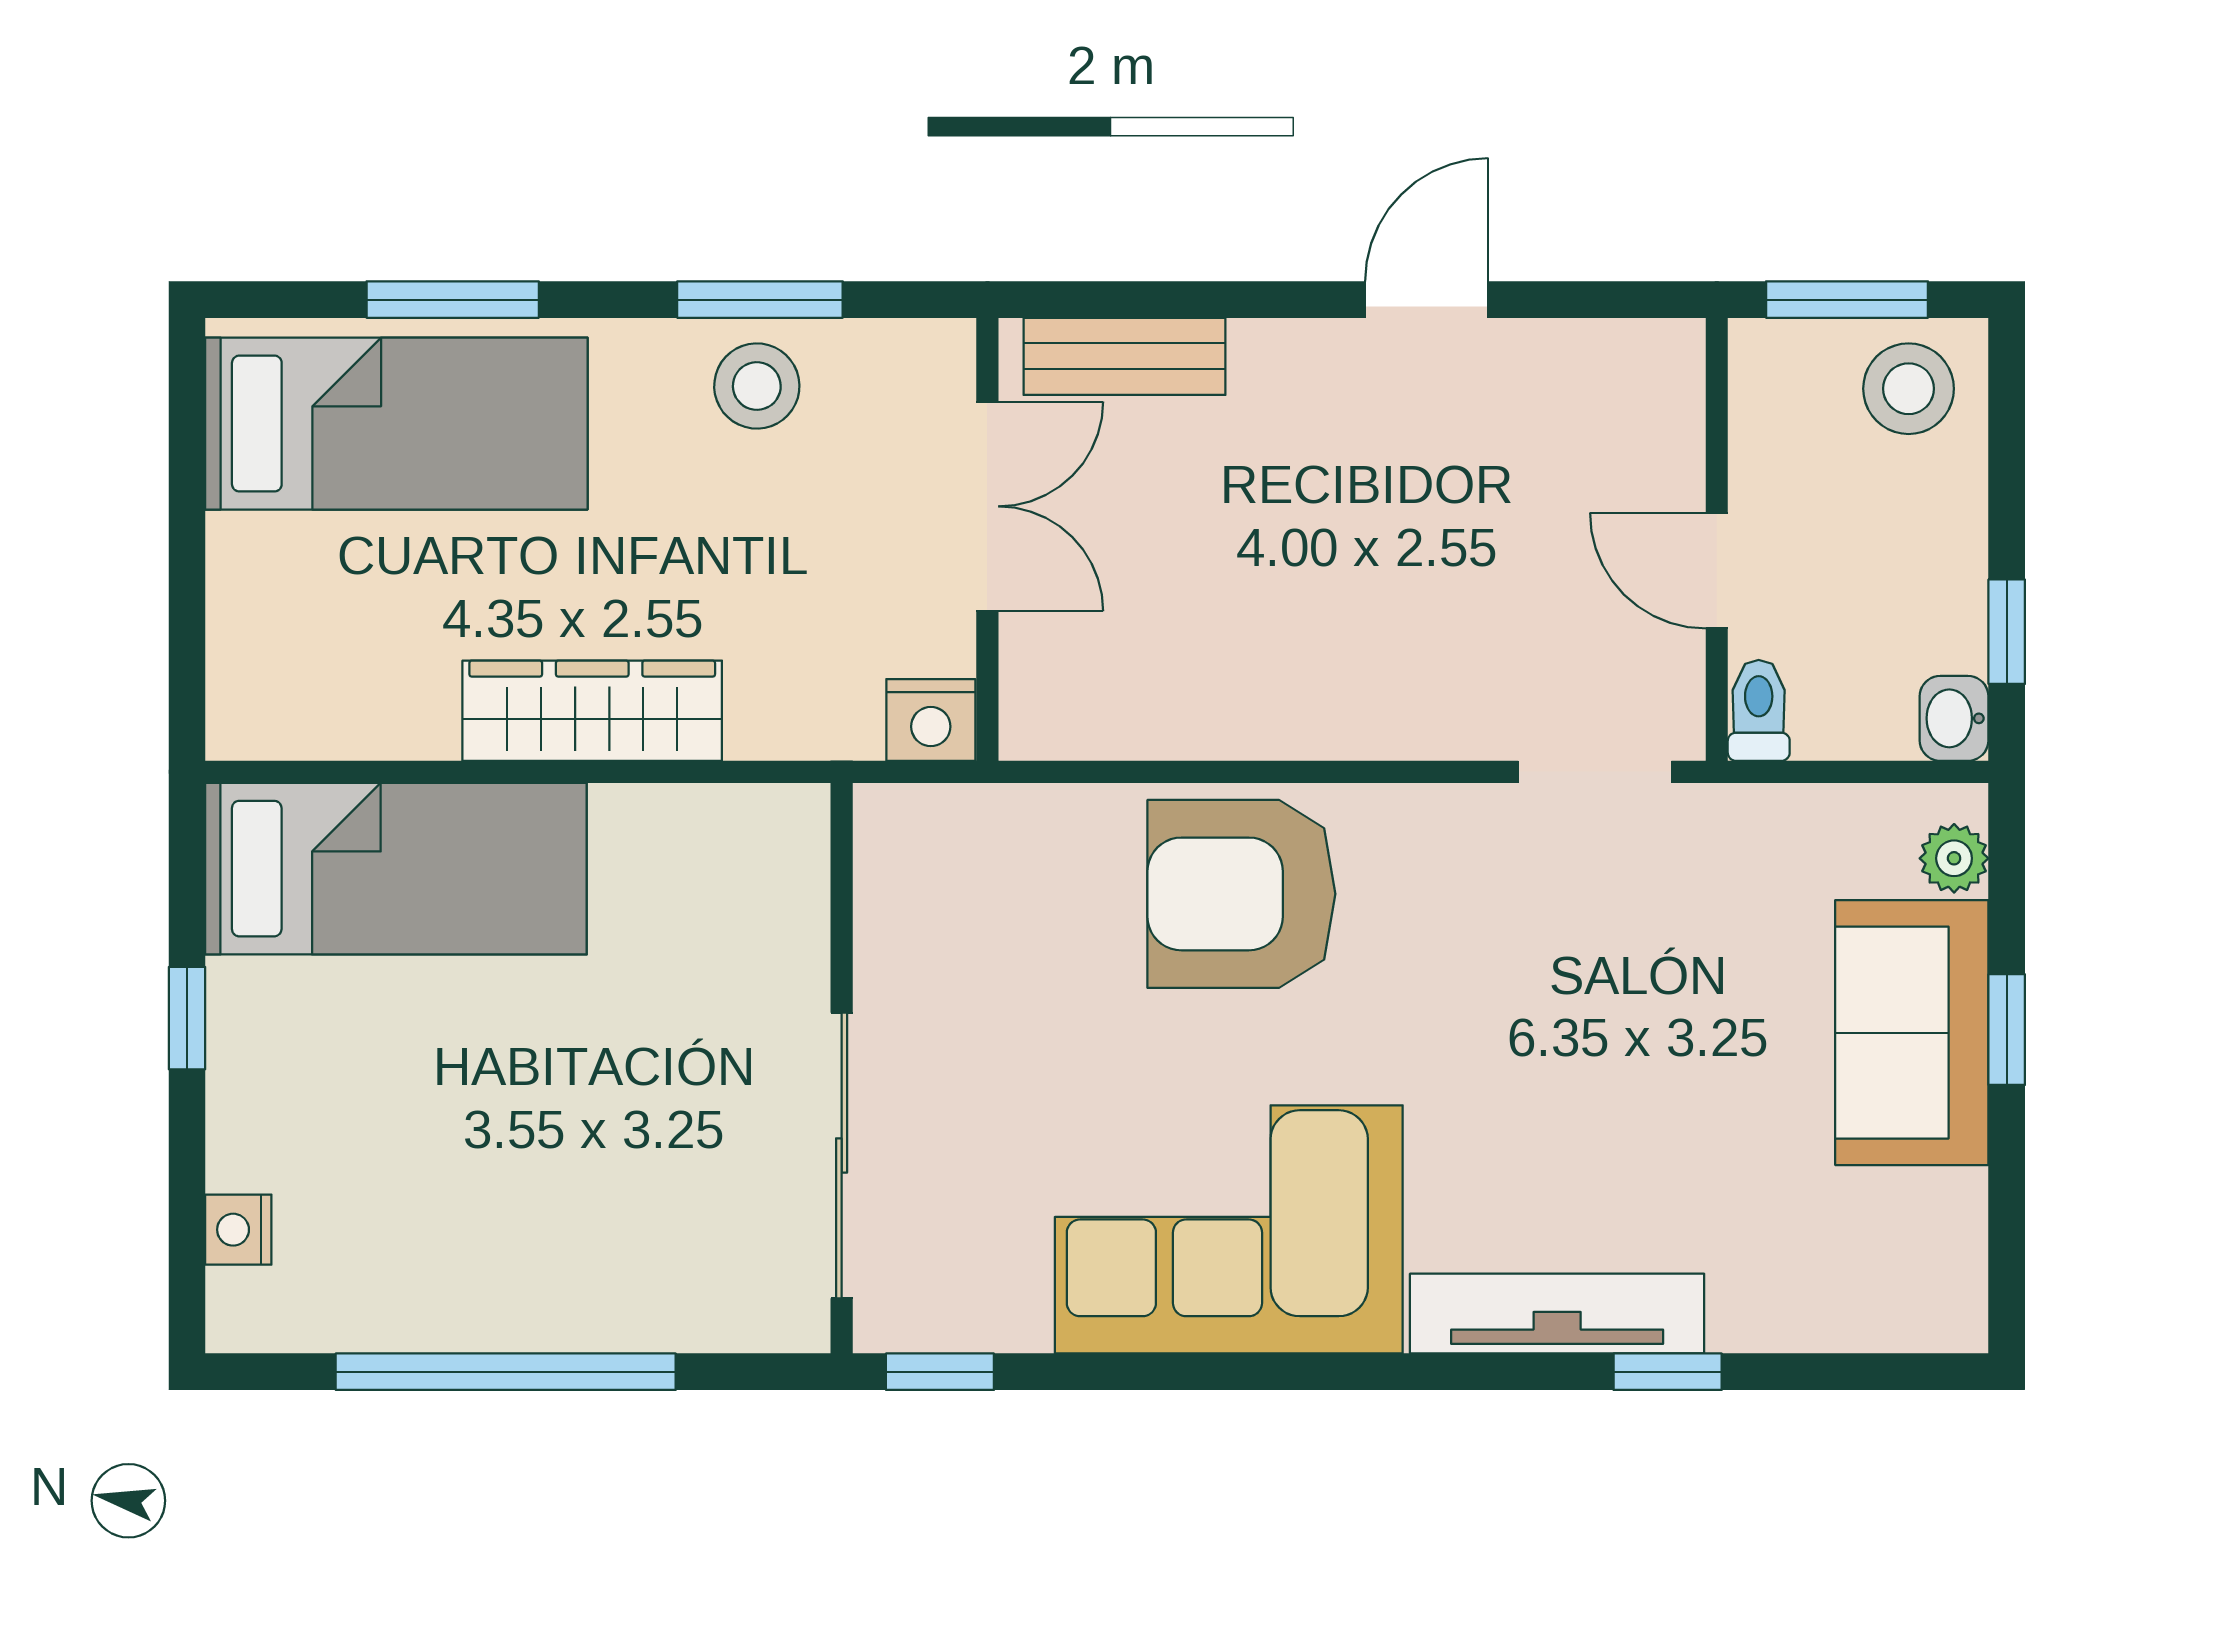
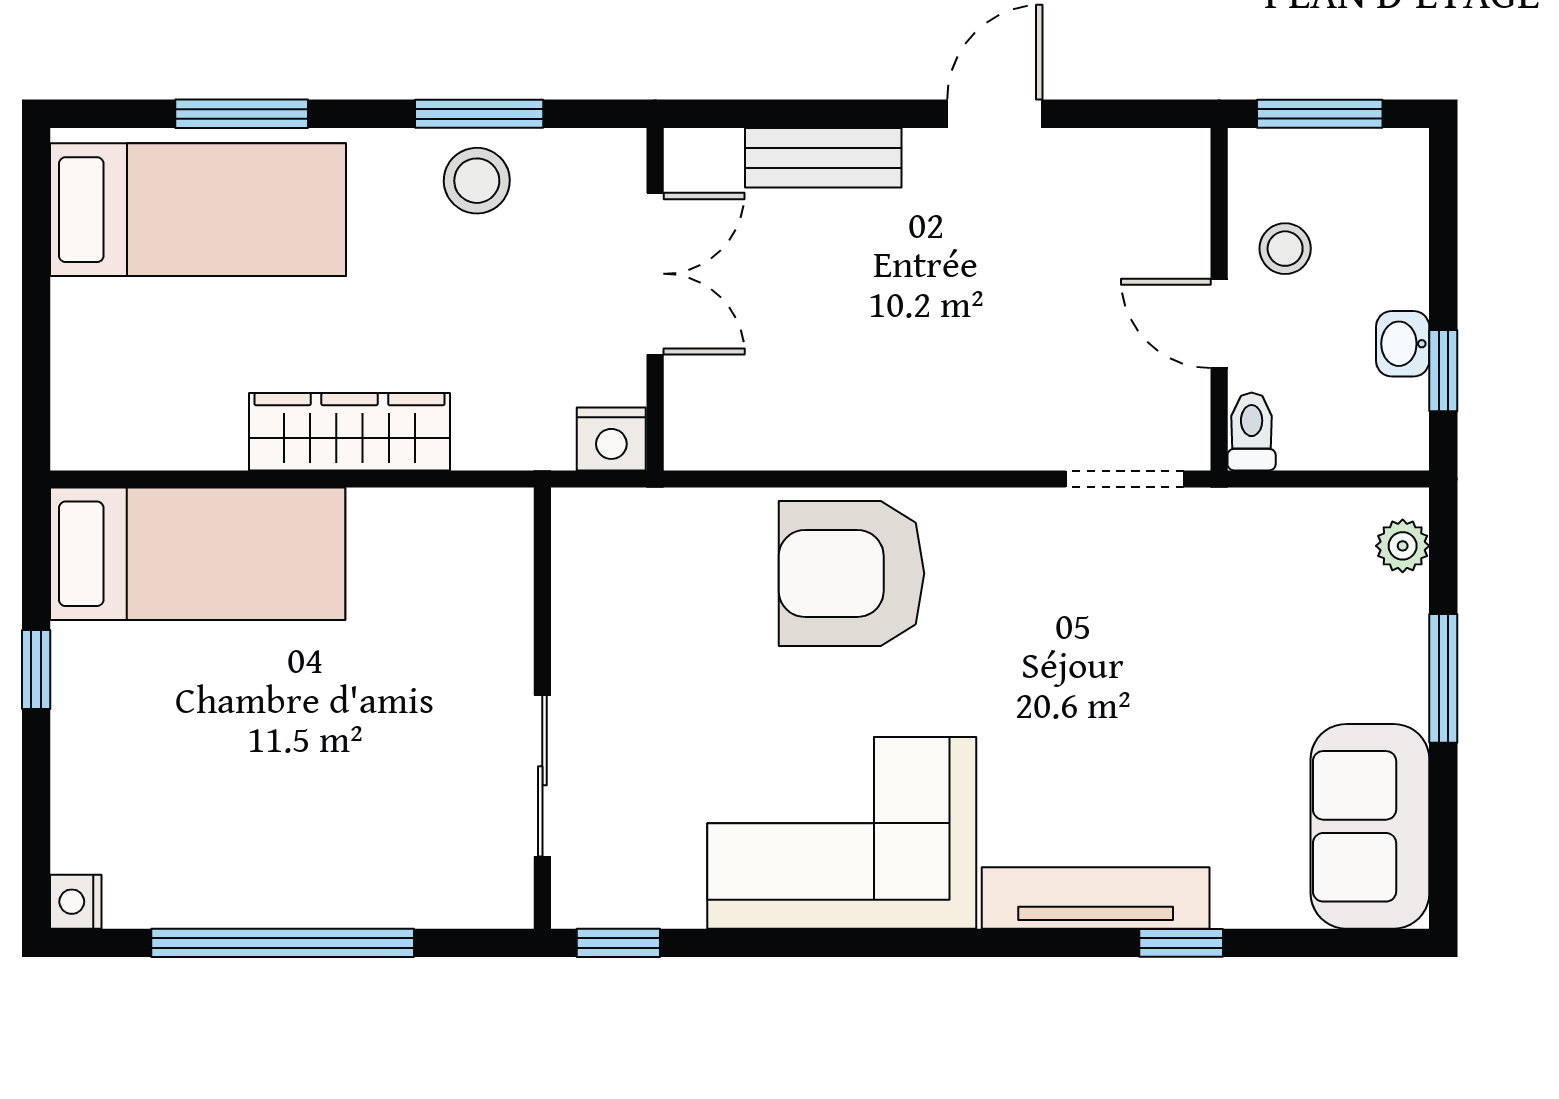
bench: (1125, 356) -> (823, 158), moved
stool: (1909, 389) -> (1285, 249), moved, width x0.73, depth x0.73
washbasin: (1954, 718) -> (1403, 344), moved
window: (2007, 1030) -> (1443, 678), width x1.50
sofa: (1912, 1033) -> (1370, 826), moved
sliding door: (842, 1156) -> (542, 776), width x0.73
nightstand: (238, 1230) -> (76, 902), moved

